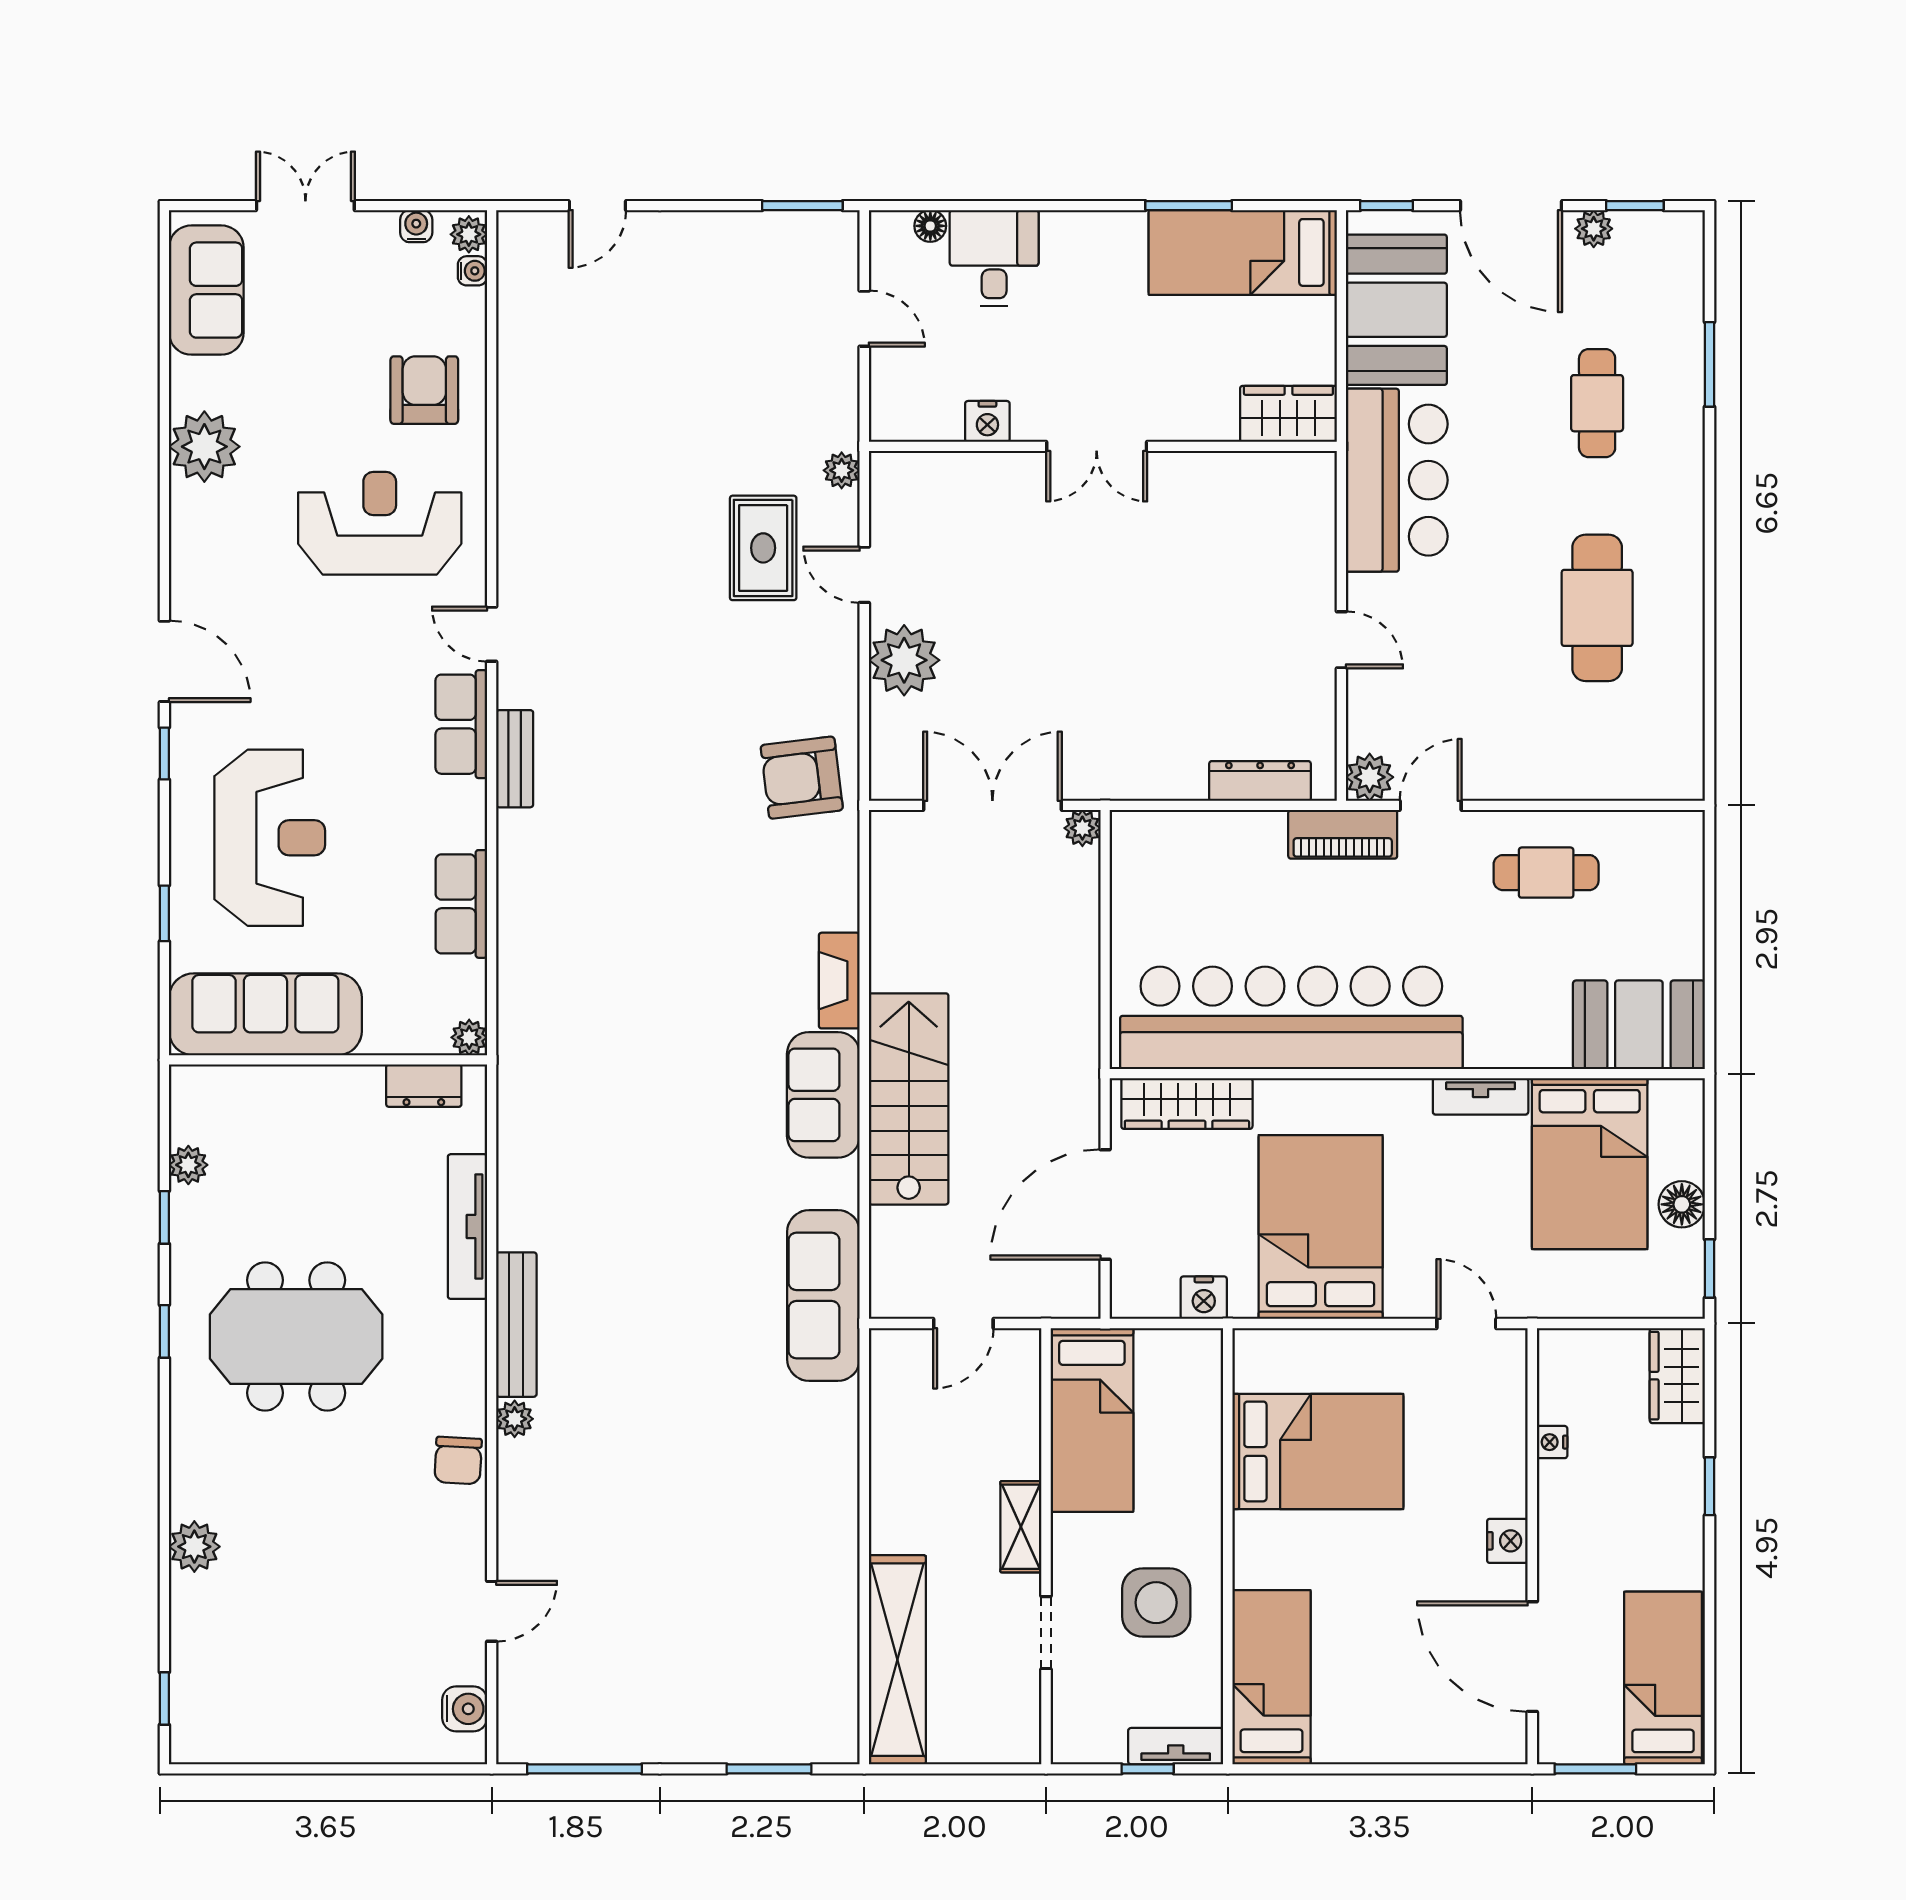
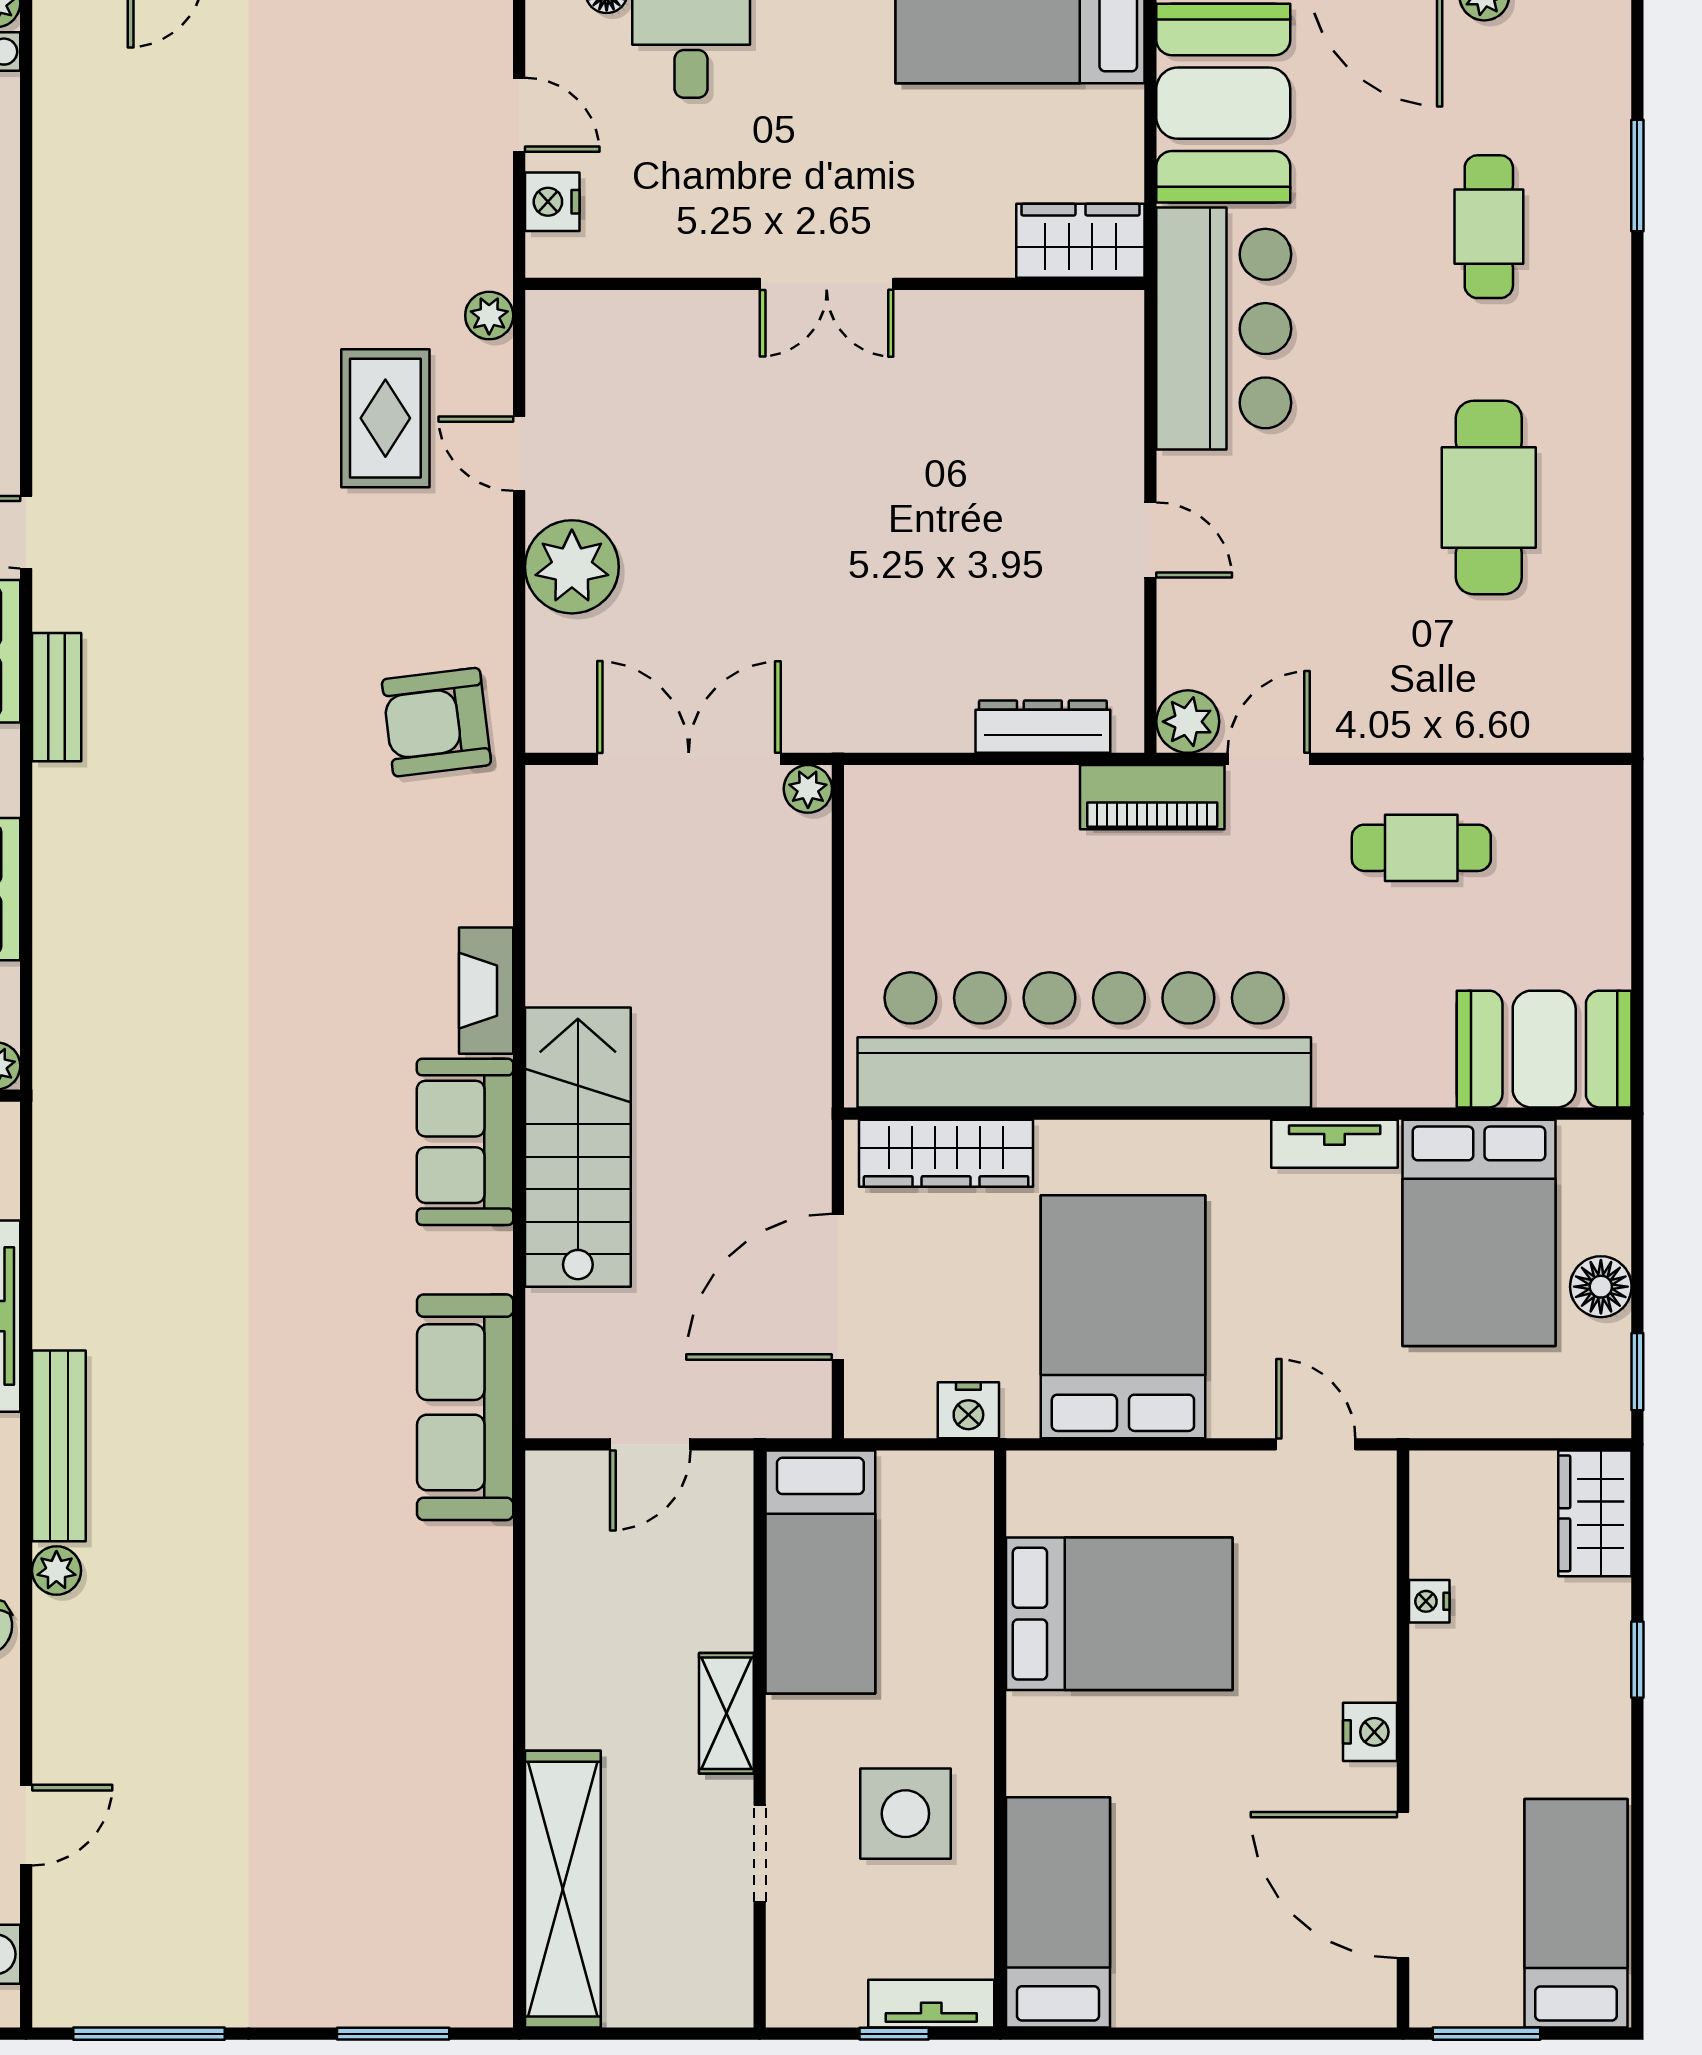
nightstand: (987, 421) -> (552, 202), moved, turned 90

